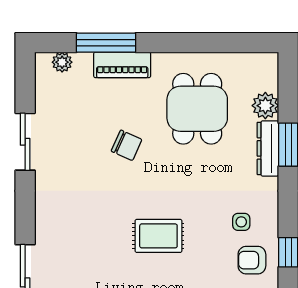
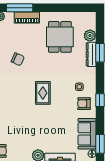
chair: (127, 145) -> (18, 59), moved
rug: (158, 236) -> (43, 93), turned 90

